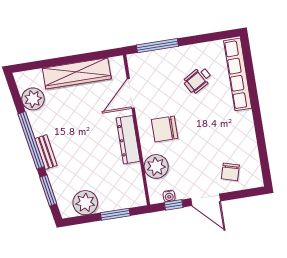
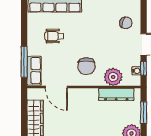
row of seats: (148, 61) -> (34, 71), added
wheelchair: (198, 80) -> (54, 36), turned 120
dresser: (128, 140) -> (116, 94), moved

